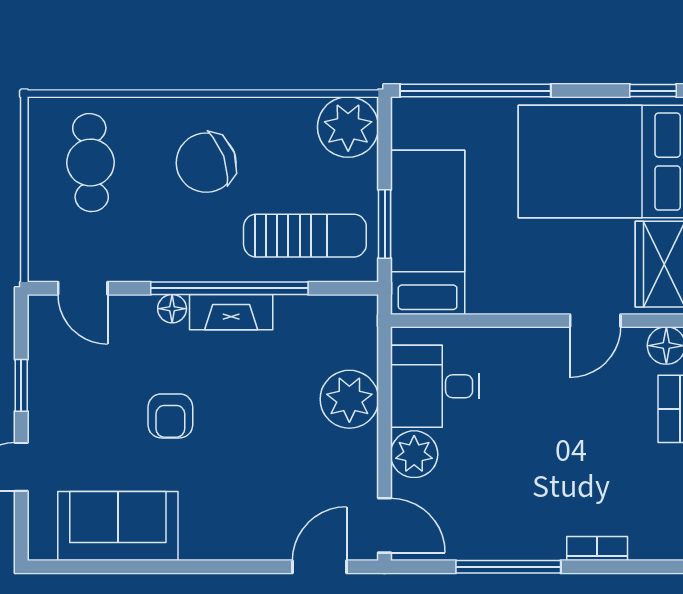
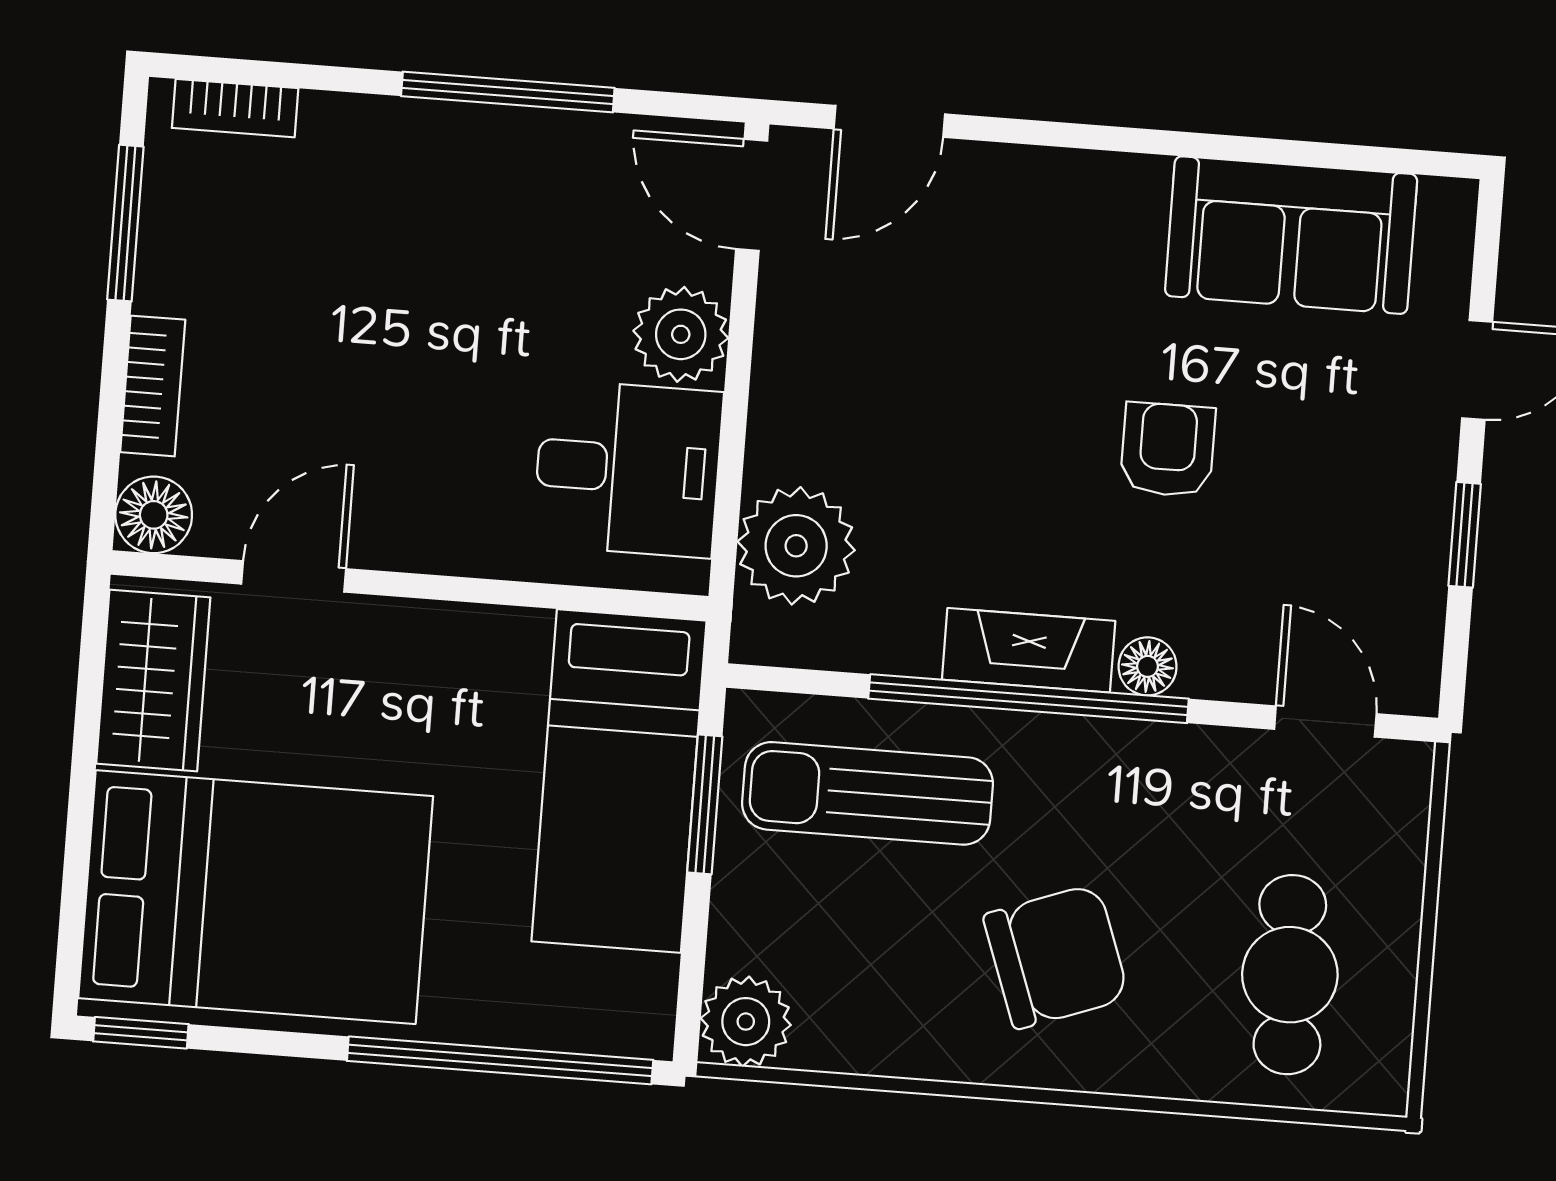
plant: (348, 127) -> (746, 1022), width x0.73, depth x0.73
plant: (349, 399) -> (796, 546), moved
bookcase: (597, 549) -> (235, 108), moved

